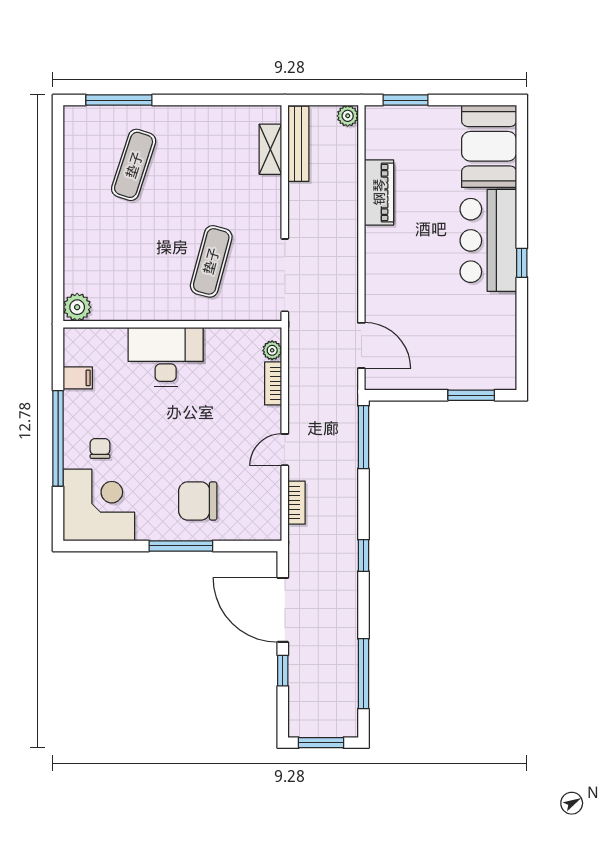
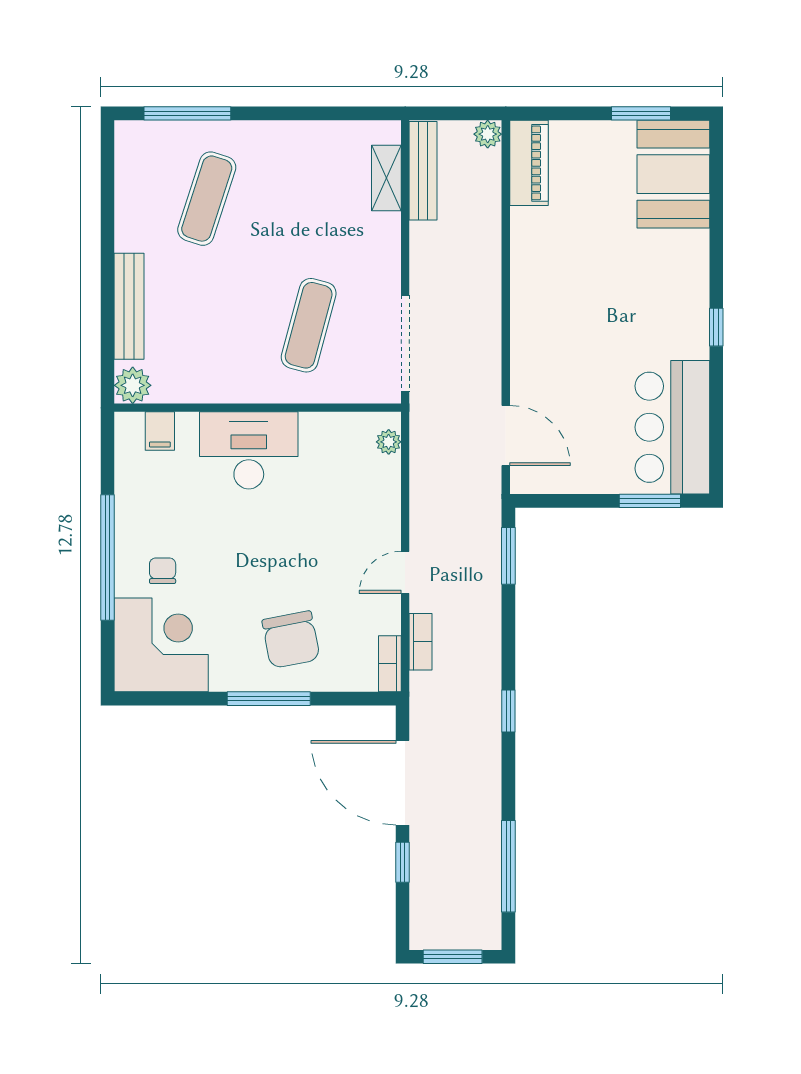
window: (406, 100) -> (641, 113), moved
piano: (379, 192) -> (529, 163), moved
bar counter: (488, 240) -> (672, 427), moved
bench: (74, 247) -> (129, 306), added
filing cabinet: (78, 378) -> (160, 431), moved, turned 90
bookcase: (273, 383) -> (390, 664), moved
window: (363, 437) -> (508, 556), width x0.69
chair: (198, 501) -> (291, 640), turned -101

